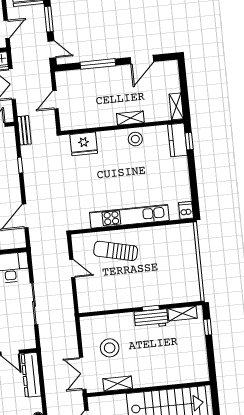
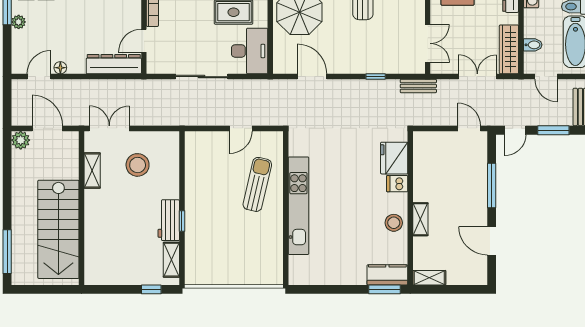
door: (55, 100) -> (469, 128), moved
window: (189, 141) -> (384, 289), width x1.50
dishwasher: (186, 210) -> (397, 184), moved, turned 180

